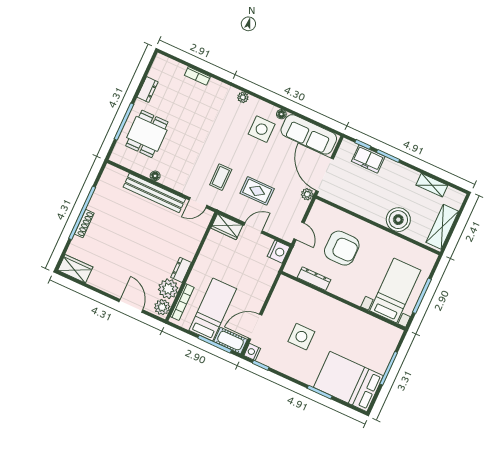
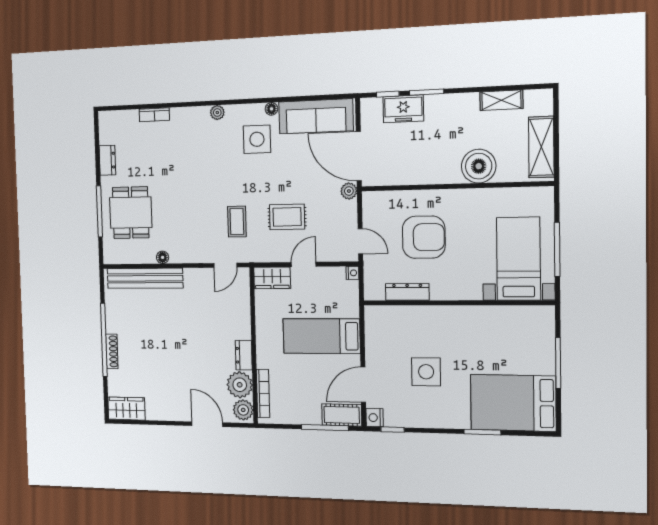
bench: (154, 193) -> (145, 278), moved
nightstand: (279, 252) -> (352, 273), width x0.53, depth x0.56
bed: (213, 310) -> (321, 336), moved, turned -90

